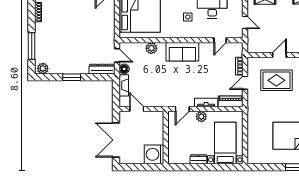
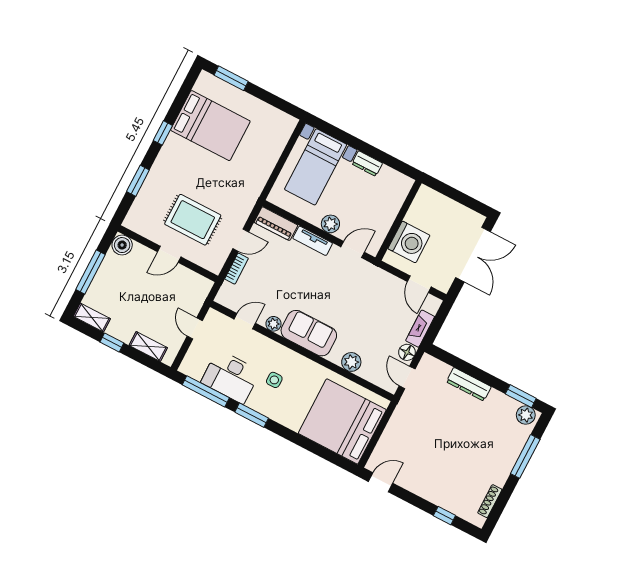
plant: (204, 47) -> (274, 324), added
dresser: (102, 69) -> (469, 384), moved
window: (72, 77) -> (521, 396), moved
washing machine: (154, 154) -> (409, 242), moved

